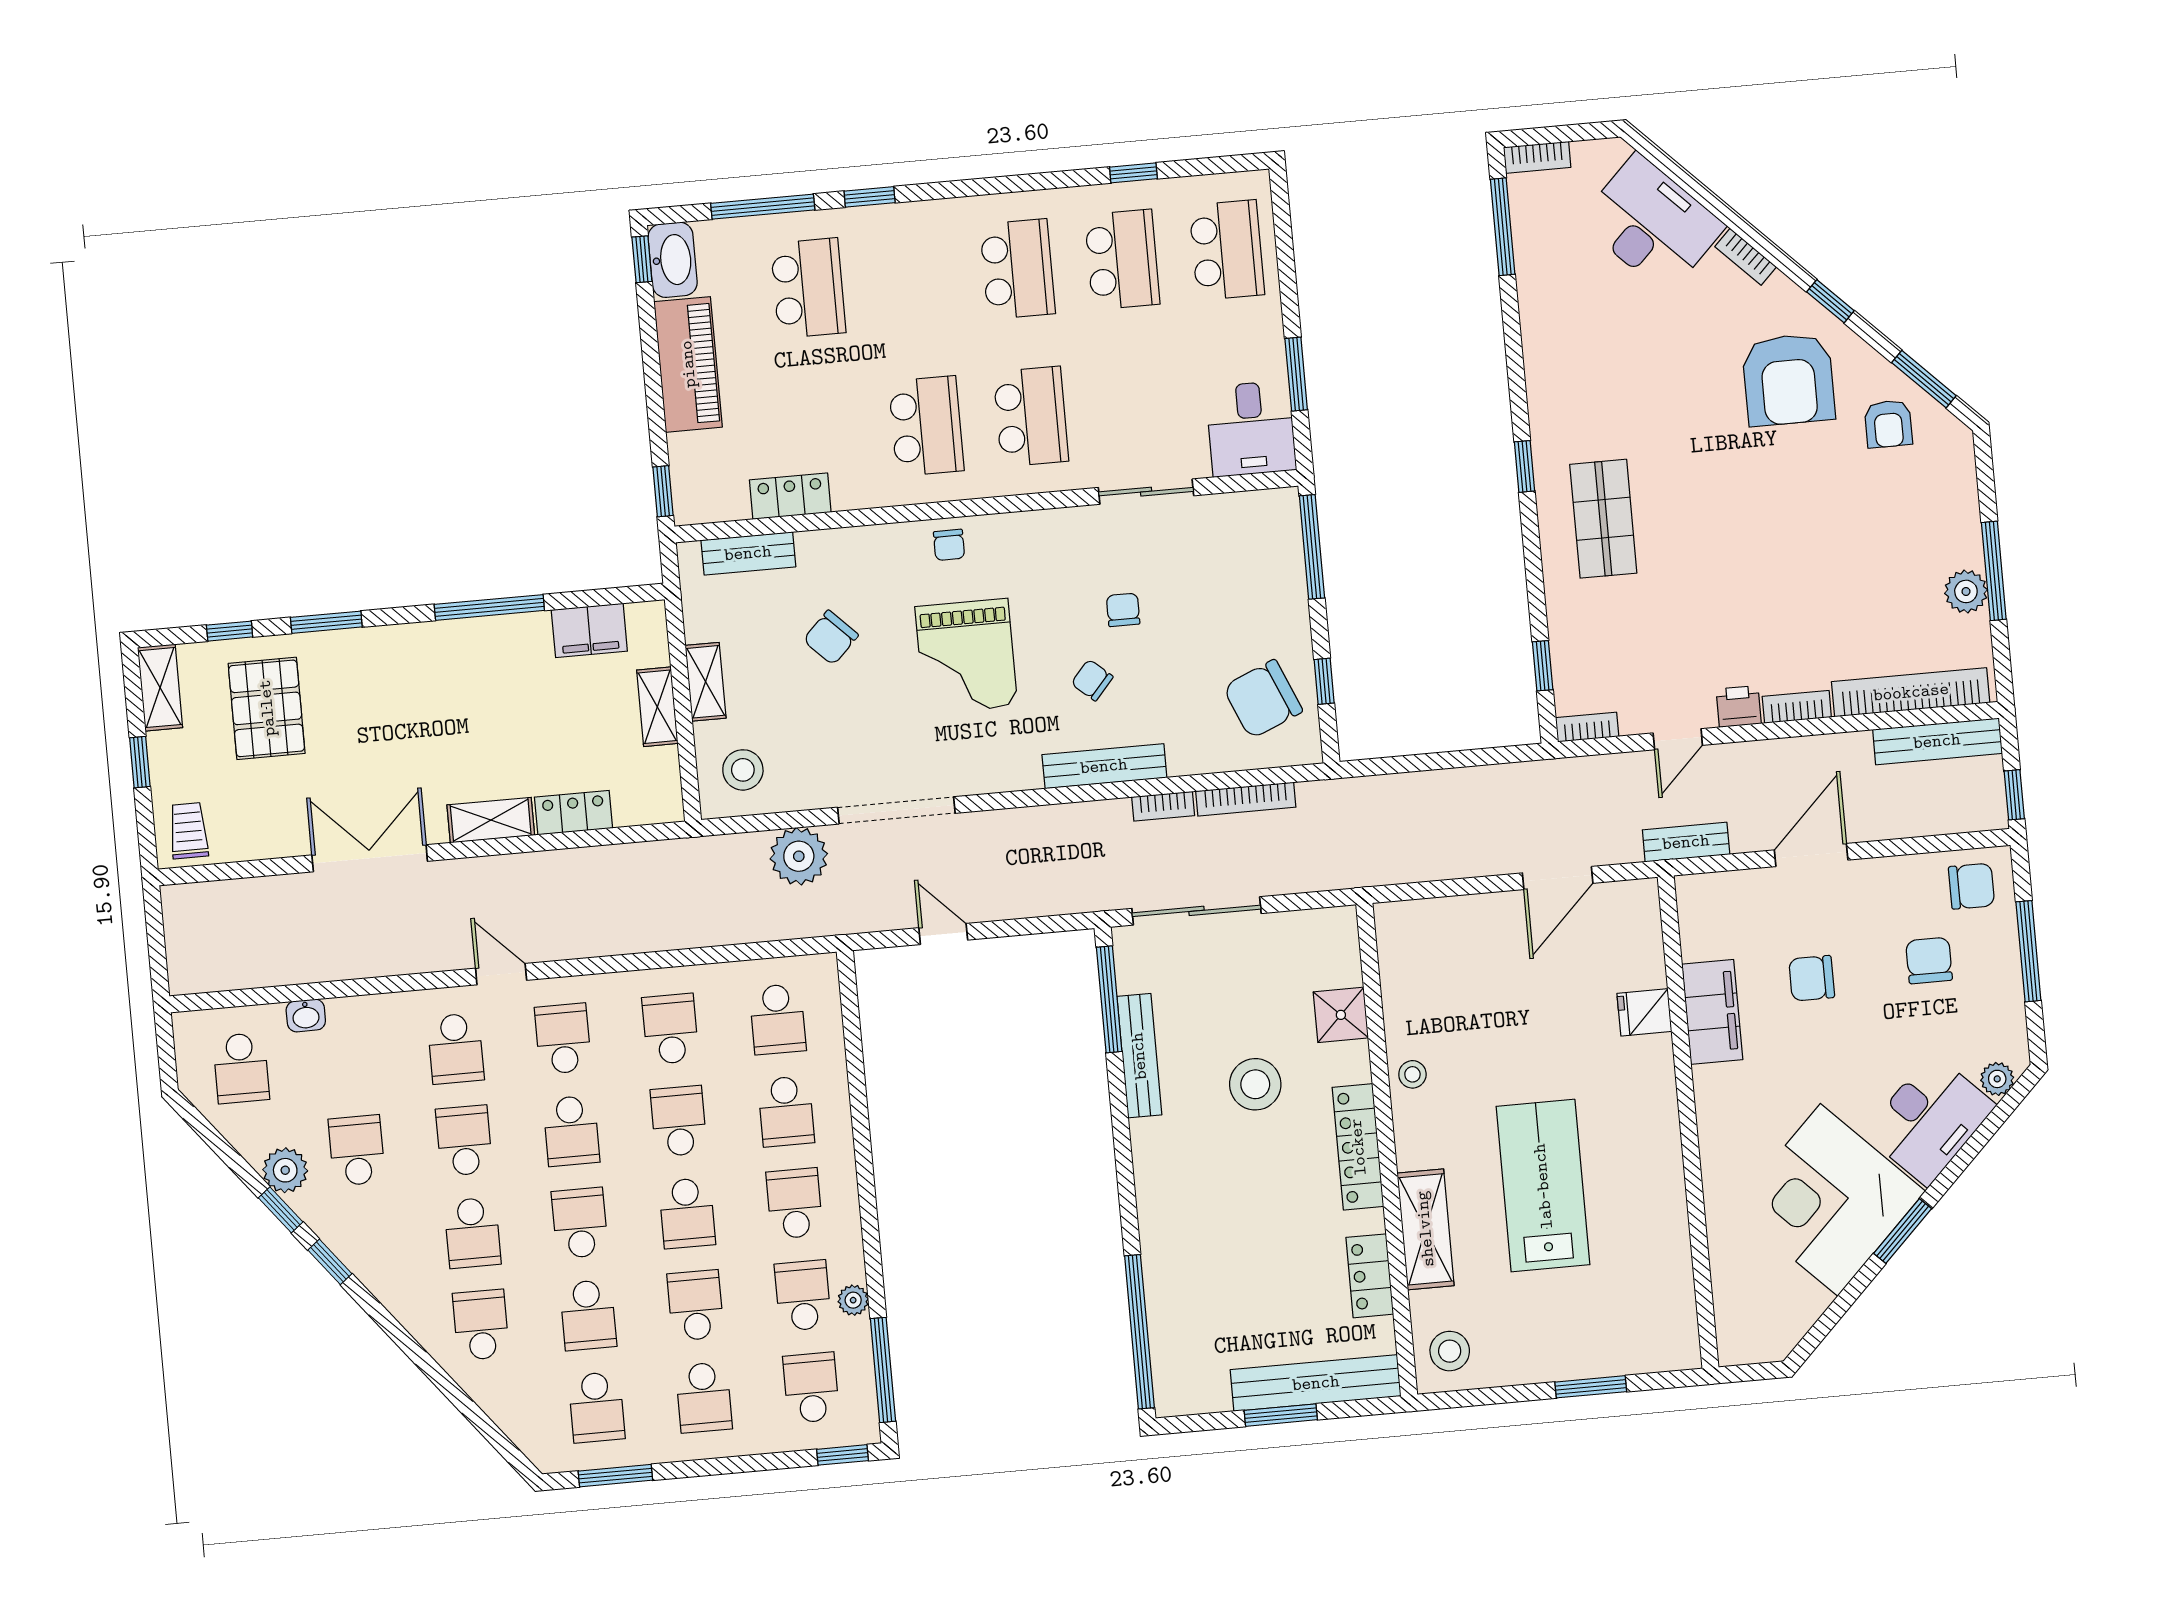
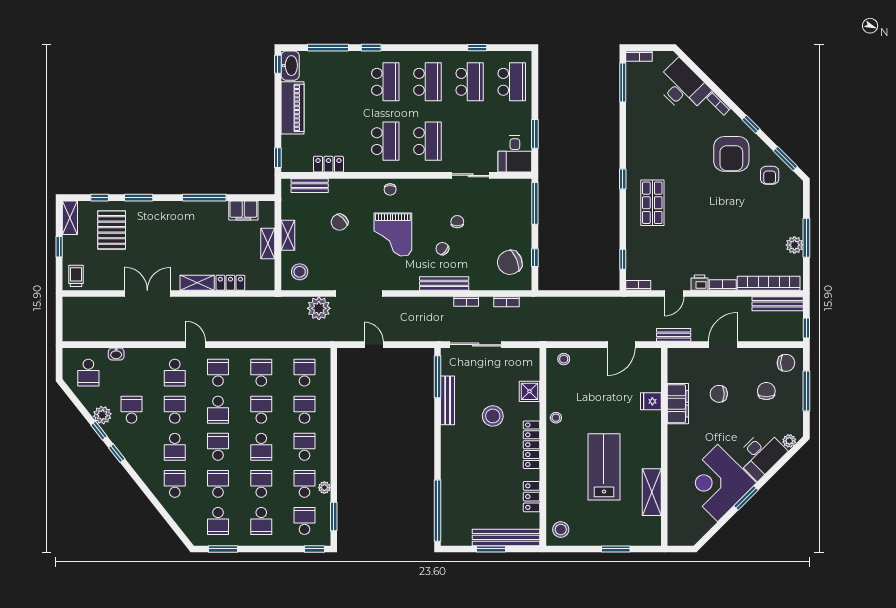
school desk: (808, 288) -> (385, 82), moved
bookcase: (1246, 799) -> (506, 302), width x0.64
stool: (1419, 927) -> (564, 359), added
school desk: (778, 1019) -> (304, 373), turned 180
school desk: (786, 1111) -> (304, 410), turned 180
shelving: (1425, 1229) -> (652, 492), moved
school desk: (588, 1315) -> (218, 484), turned 180
window: (883, 1370) -> (334, 516), width x0.69

